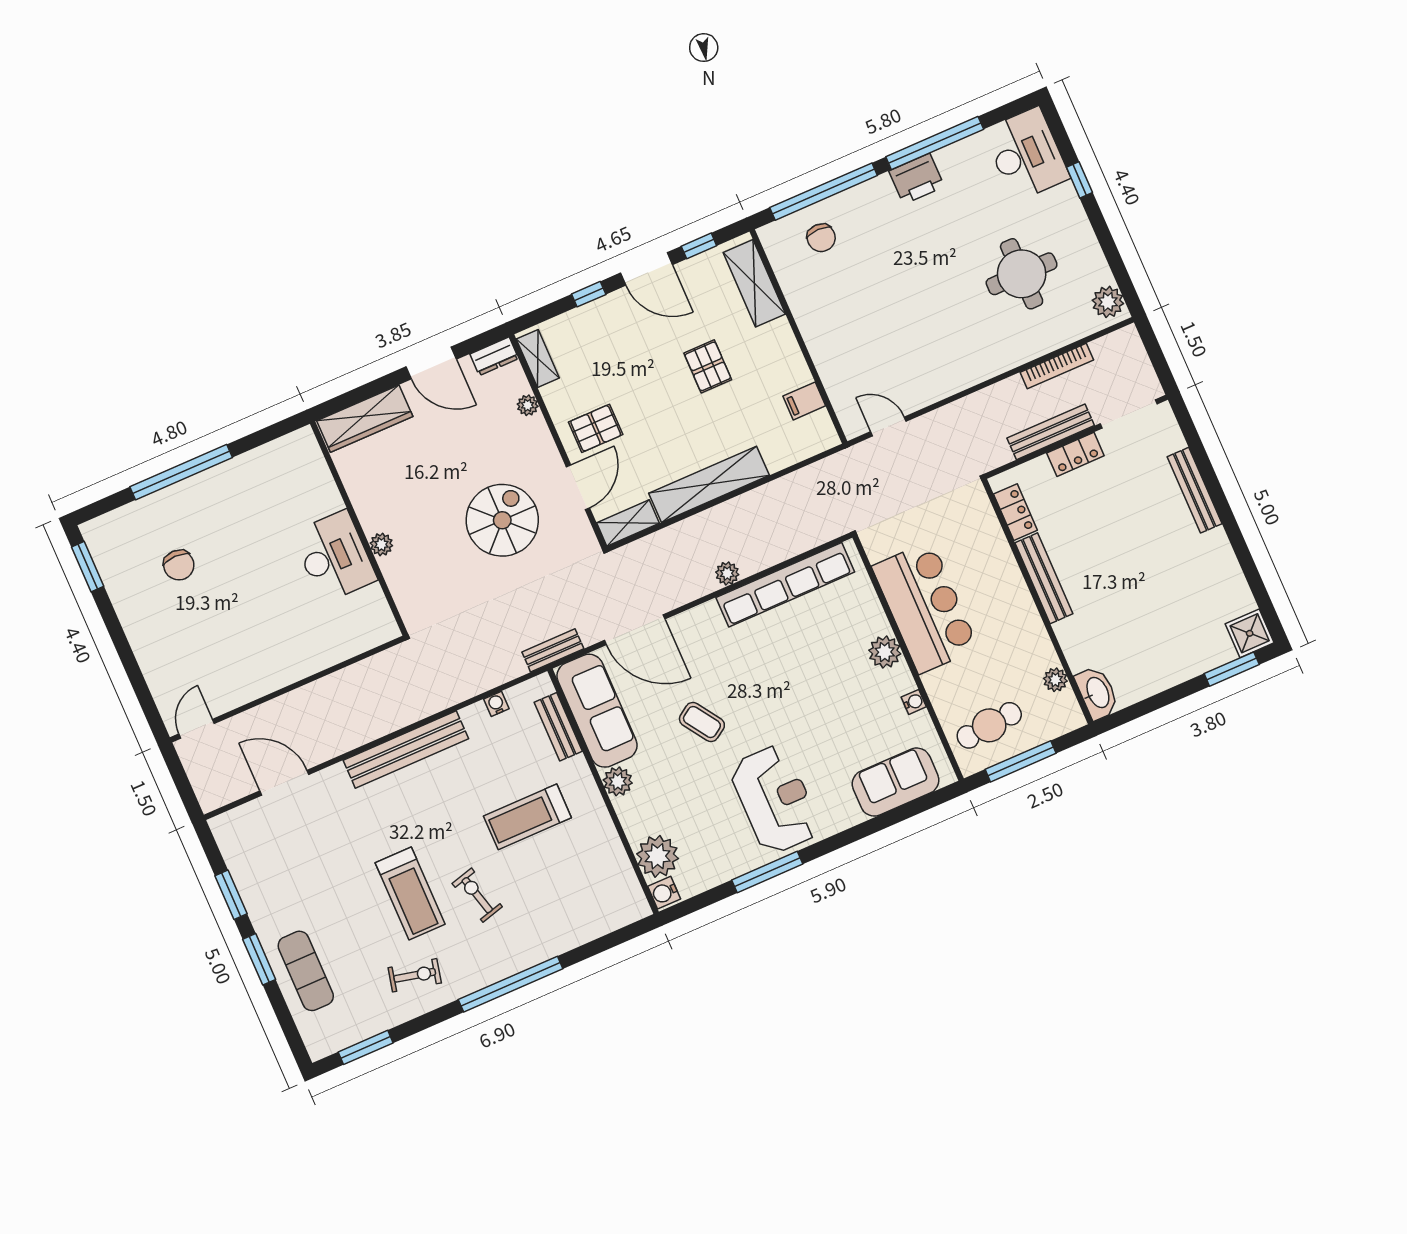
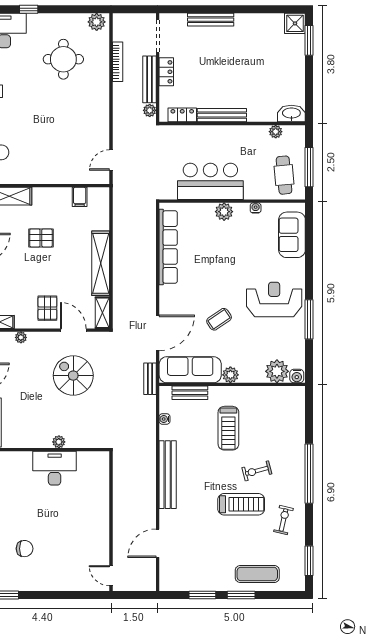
plant: (727, 573) -> (150, 110), moved

